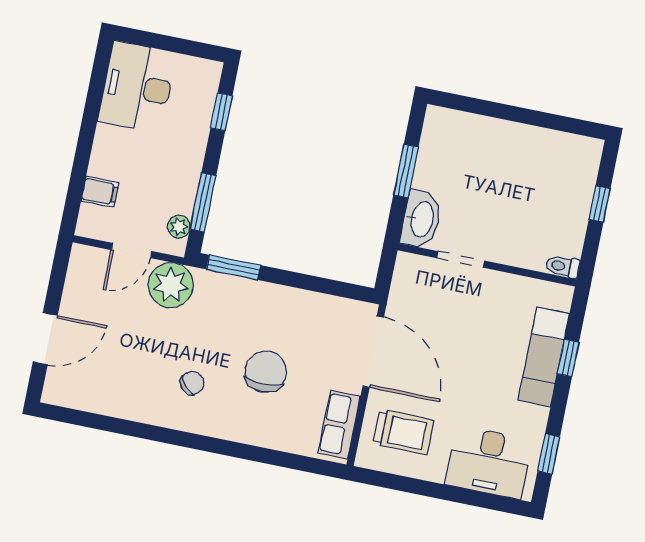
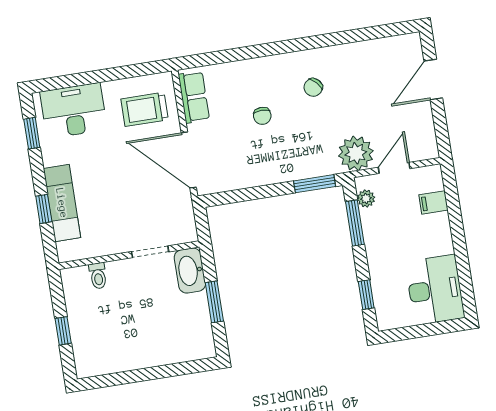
toilet: (563, 266) -> (98, 276), moved, turned 90
chair: (266, 372) -> (262, 116), width x0.54, depth x0.54

